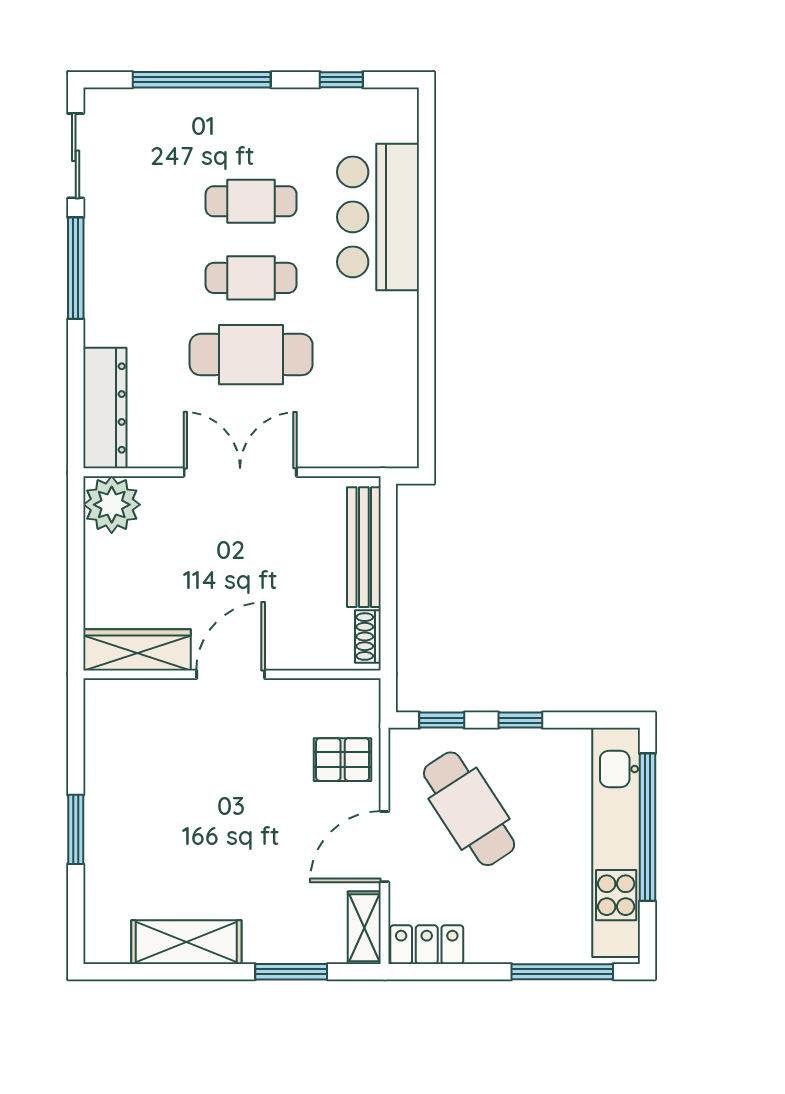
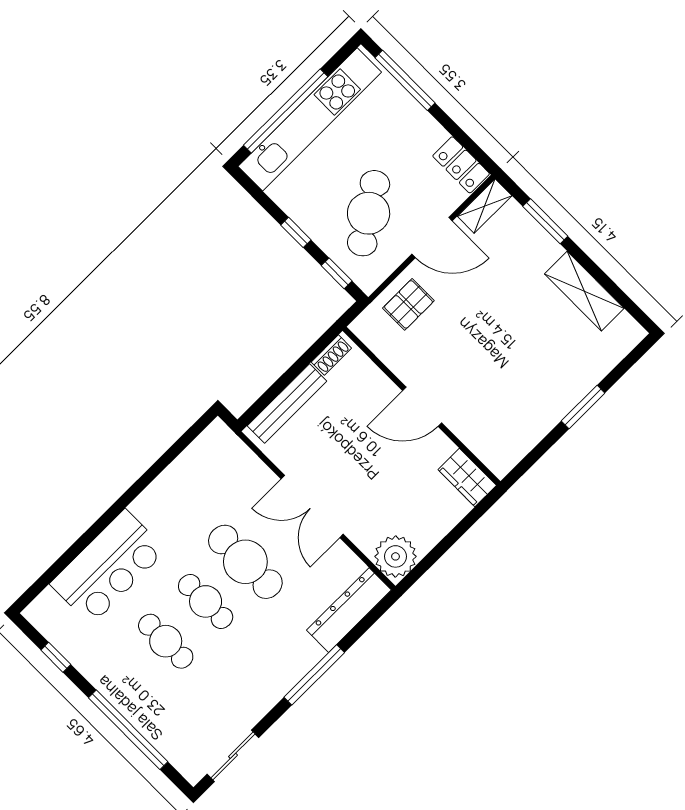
window: (76, 268) -> (314, 675), moved
wardrobe: (137, 650) -> (467, 477), width x0.67
pallet: (343, 760) -> (408, 304), turned 90

